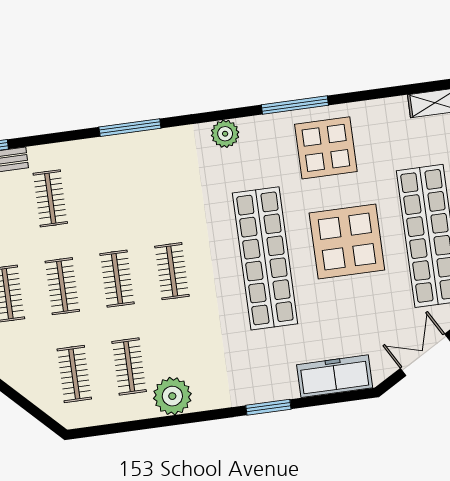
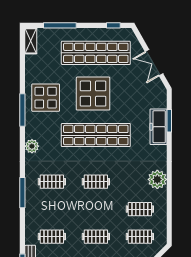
clothes rail: (117, 279) -> (52, 182), moved
freezer: (335, 376) -> (159, 127), moved
plant: (172, 396) -> (157, 179), moved
window: (268, 407) -> (169, 121), moved

